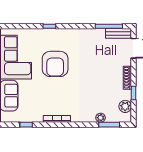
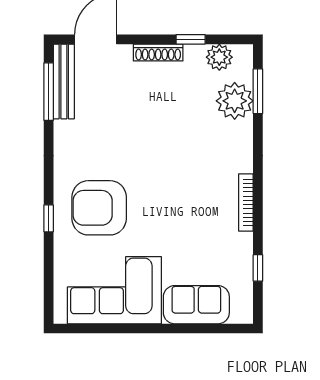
bench: (118, 33) -> (64, 81), width x1.36
armchair: (55, 64) -> (99, 208), moved, turned 180
plant: (101, 118) -> (235, 101), width x1.88, depth x1.88

